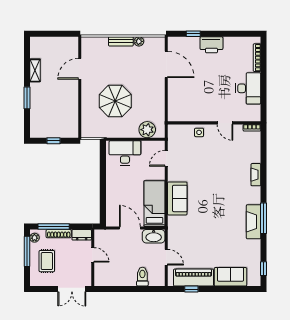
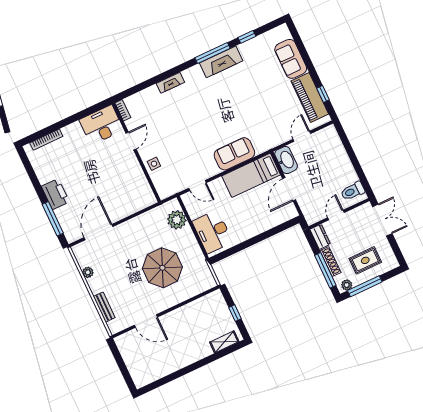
window: (193, 34) -> (53, 219), width x2.17
bench: (121, 41) -> (104, 307), moved
shelving: (35, 70) -> (224, 342), moved
desk: (248, 88) -> (101, 125), moved
window: (27, 98) -> (203, 362), removed
window: (264, 269) -> (247, 37), moved
toilet: (142, 277) -> (353, 191), moved

